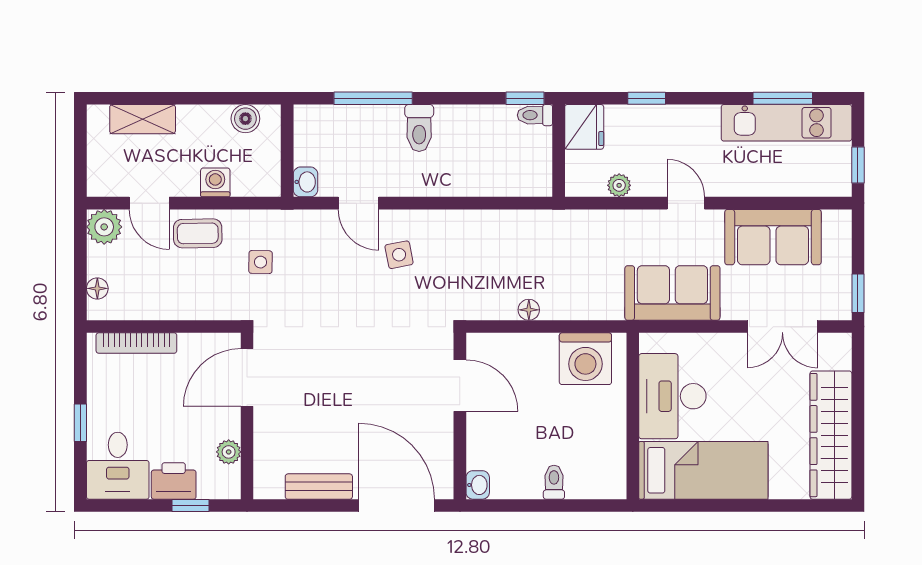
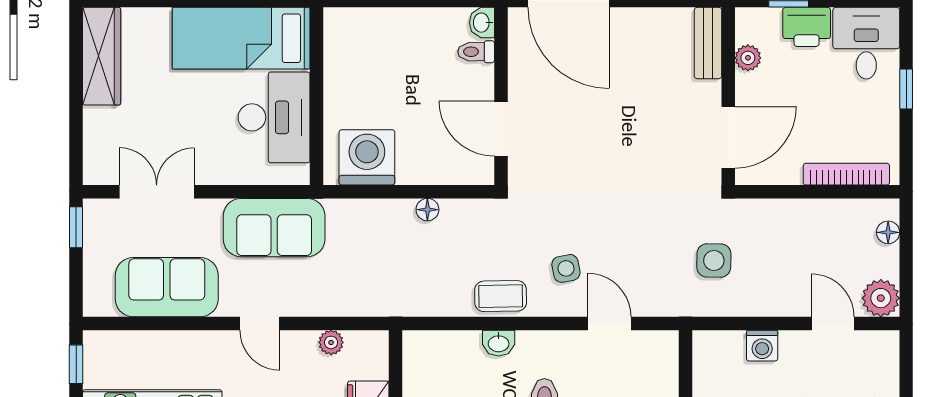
washbasin: (305, 182) -> (499, 343), moved, turned -90
coffee table: (198, 233) -> (501, 296), moved
side table: (261, 262) -> (714, 261), width x1.37, depth x1.37
wardrobe: (831, 435) -> (102, 56), width x0.71, depth x0.85
toilet: (554, 482) -> (476, 52), moved, turned 90
bench: (319, 487) -> (708, 43), moved, turned 90

